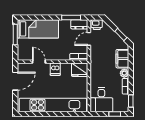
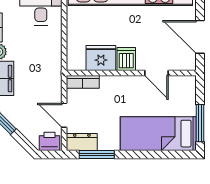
door: (89, 39) -> (64, 115), swing flipped
fridge: (80, 70) -> (101, 58), moved
door: (15, 81) -> (200, 37), hinge flipped

